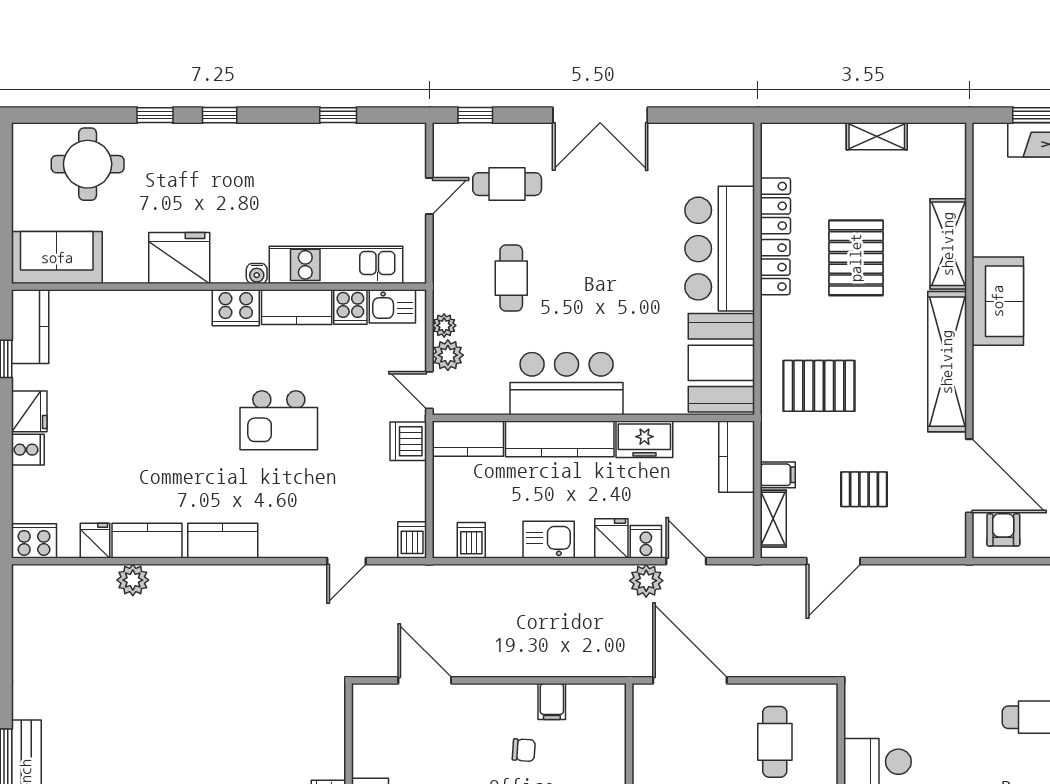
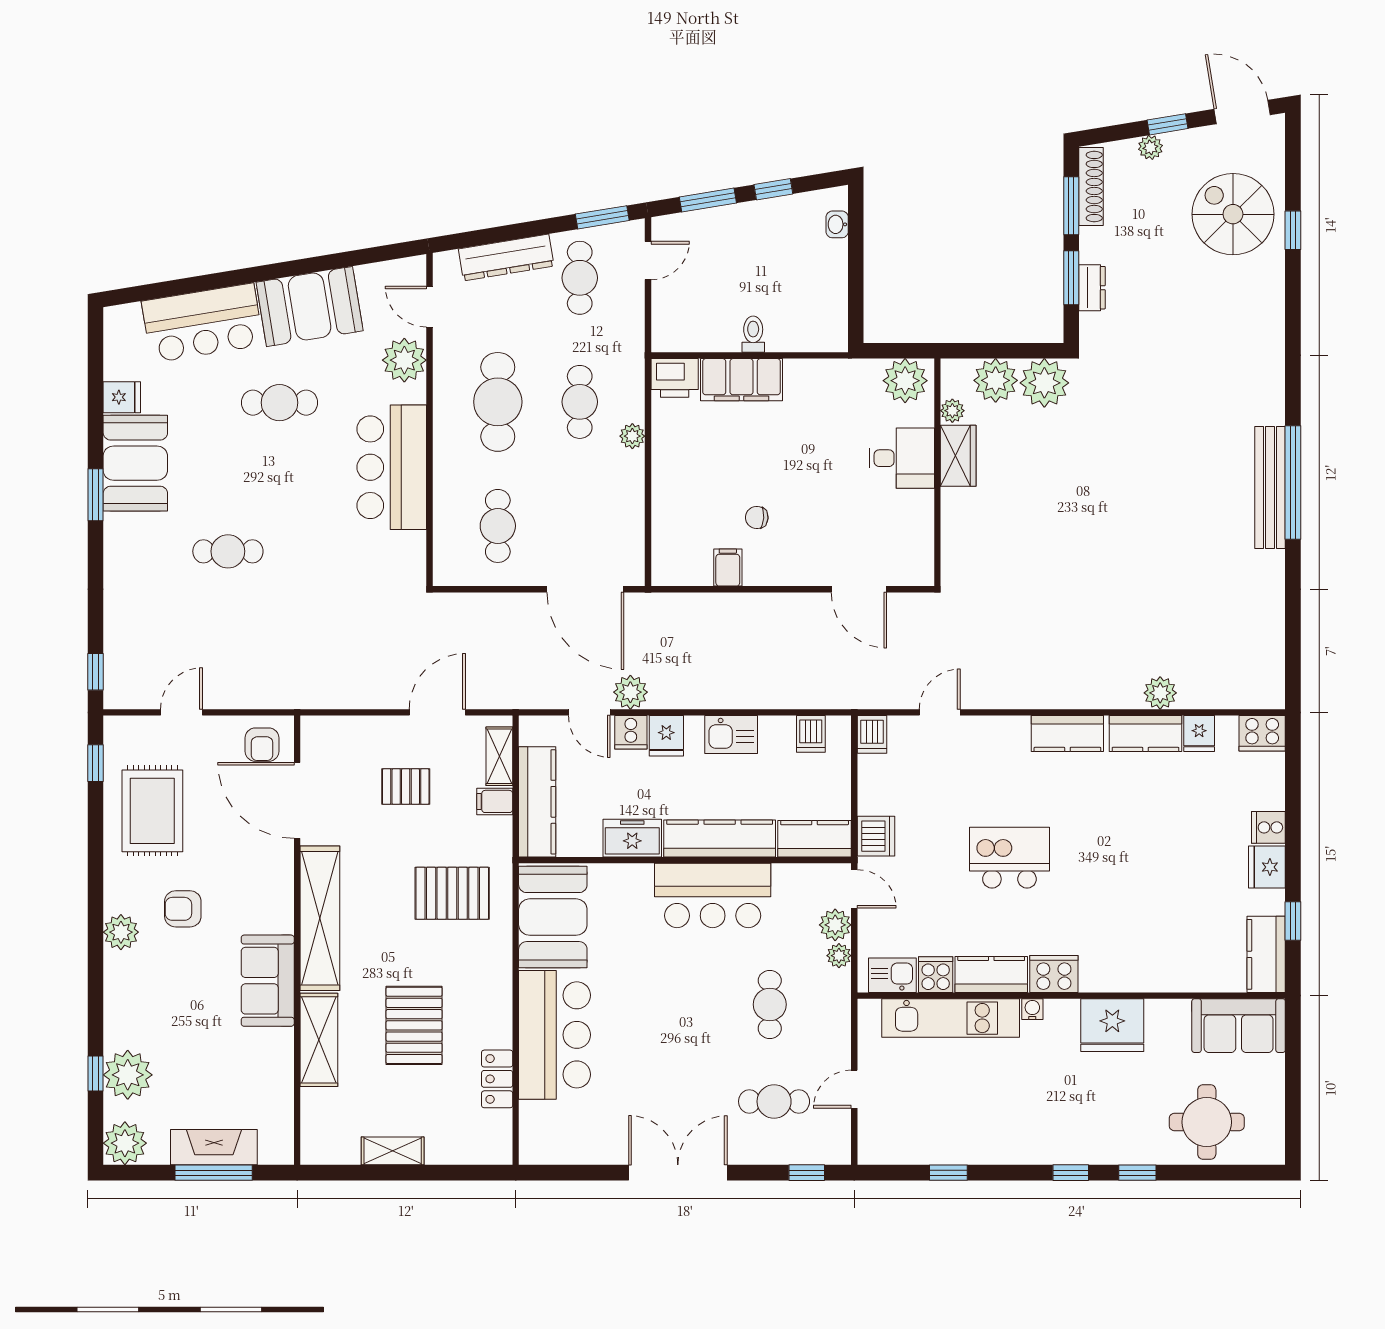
locker: (775, 267) -> (497, 1016), removed
kitchen counter: (737, 457) -> (537, 802), width x1.50

